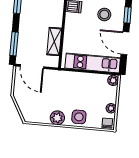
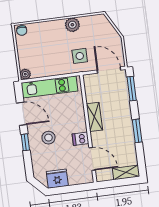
shelving: (54, 41) -> (94, 117), moved
plant: (111, 108) -> (21, 46), removed
side table: (79, 117) -> (80, 56), moved

